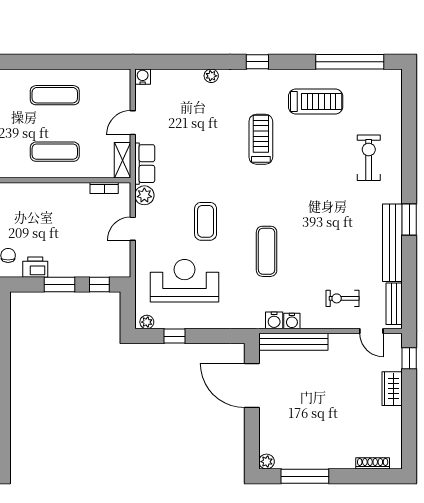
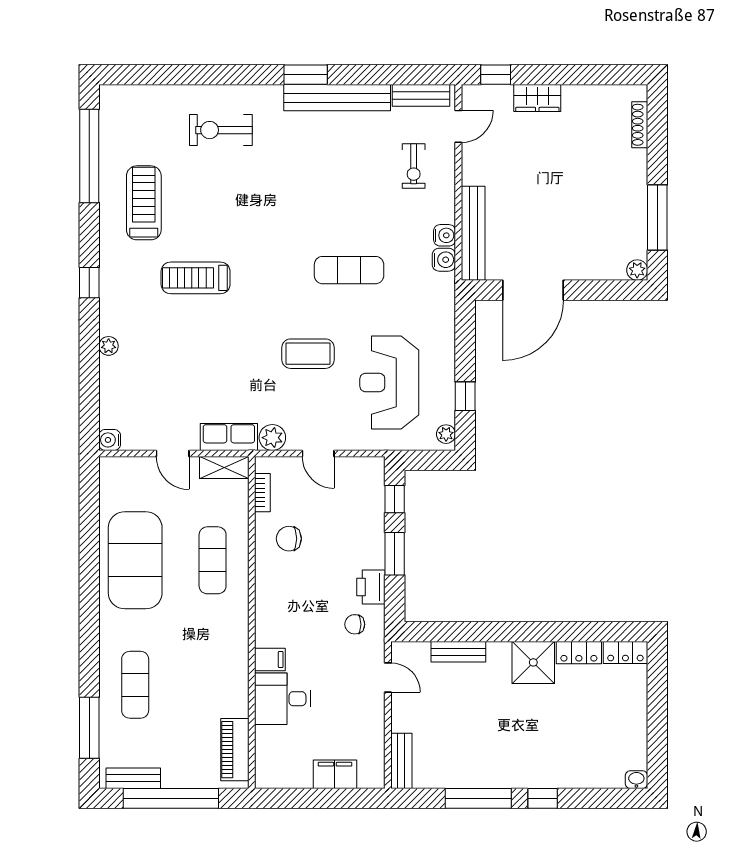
exercise mat: (55, 95) -> (135, 560), width x2.00, depth x1.45
chair: (71, 207) -> (289, 539), added

